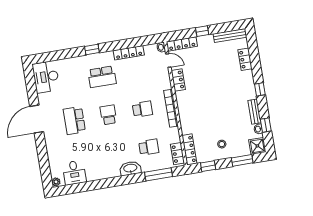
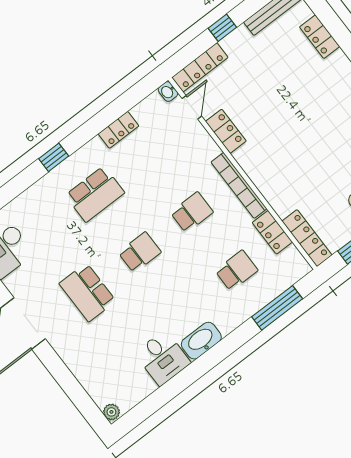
locker: (129, 53) -> (118, 130), width x0.66
door: (168, 60) -> (192, 107), hinge flipped
school desk: (108, 115) -> (140, 252), turned 90
locker: (177, 154) -> (272, 232), moved
washbasin: (130, 168) -> (201, 341), moved
desk: (74, 173) -> (163, 358), moved

